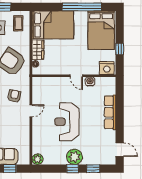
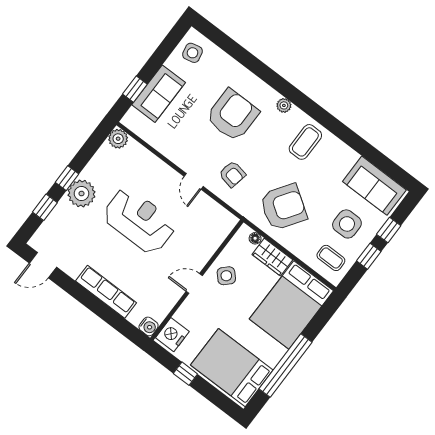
side table: (62, 64) -> (226, 276), added
water cooler: (90, 82) -> (149, 326), moved

